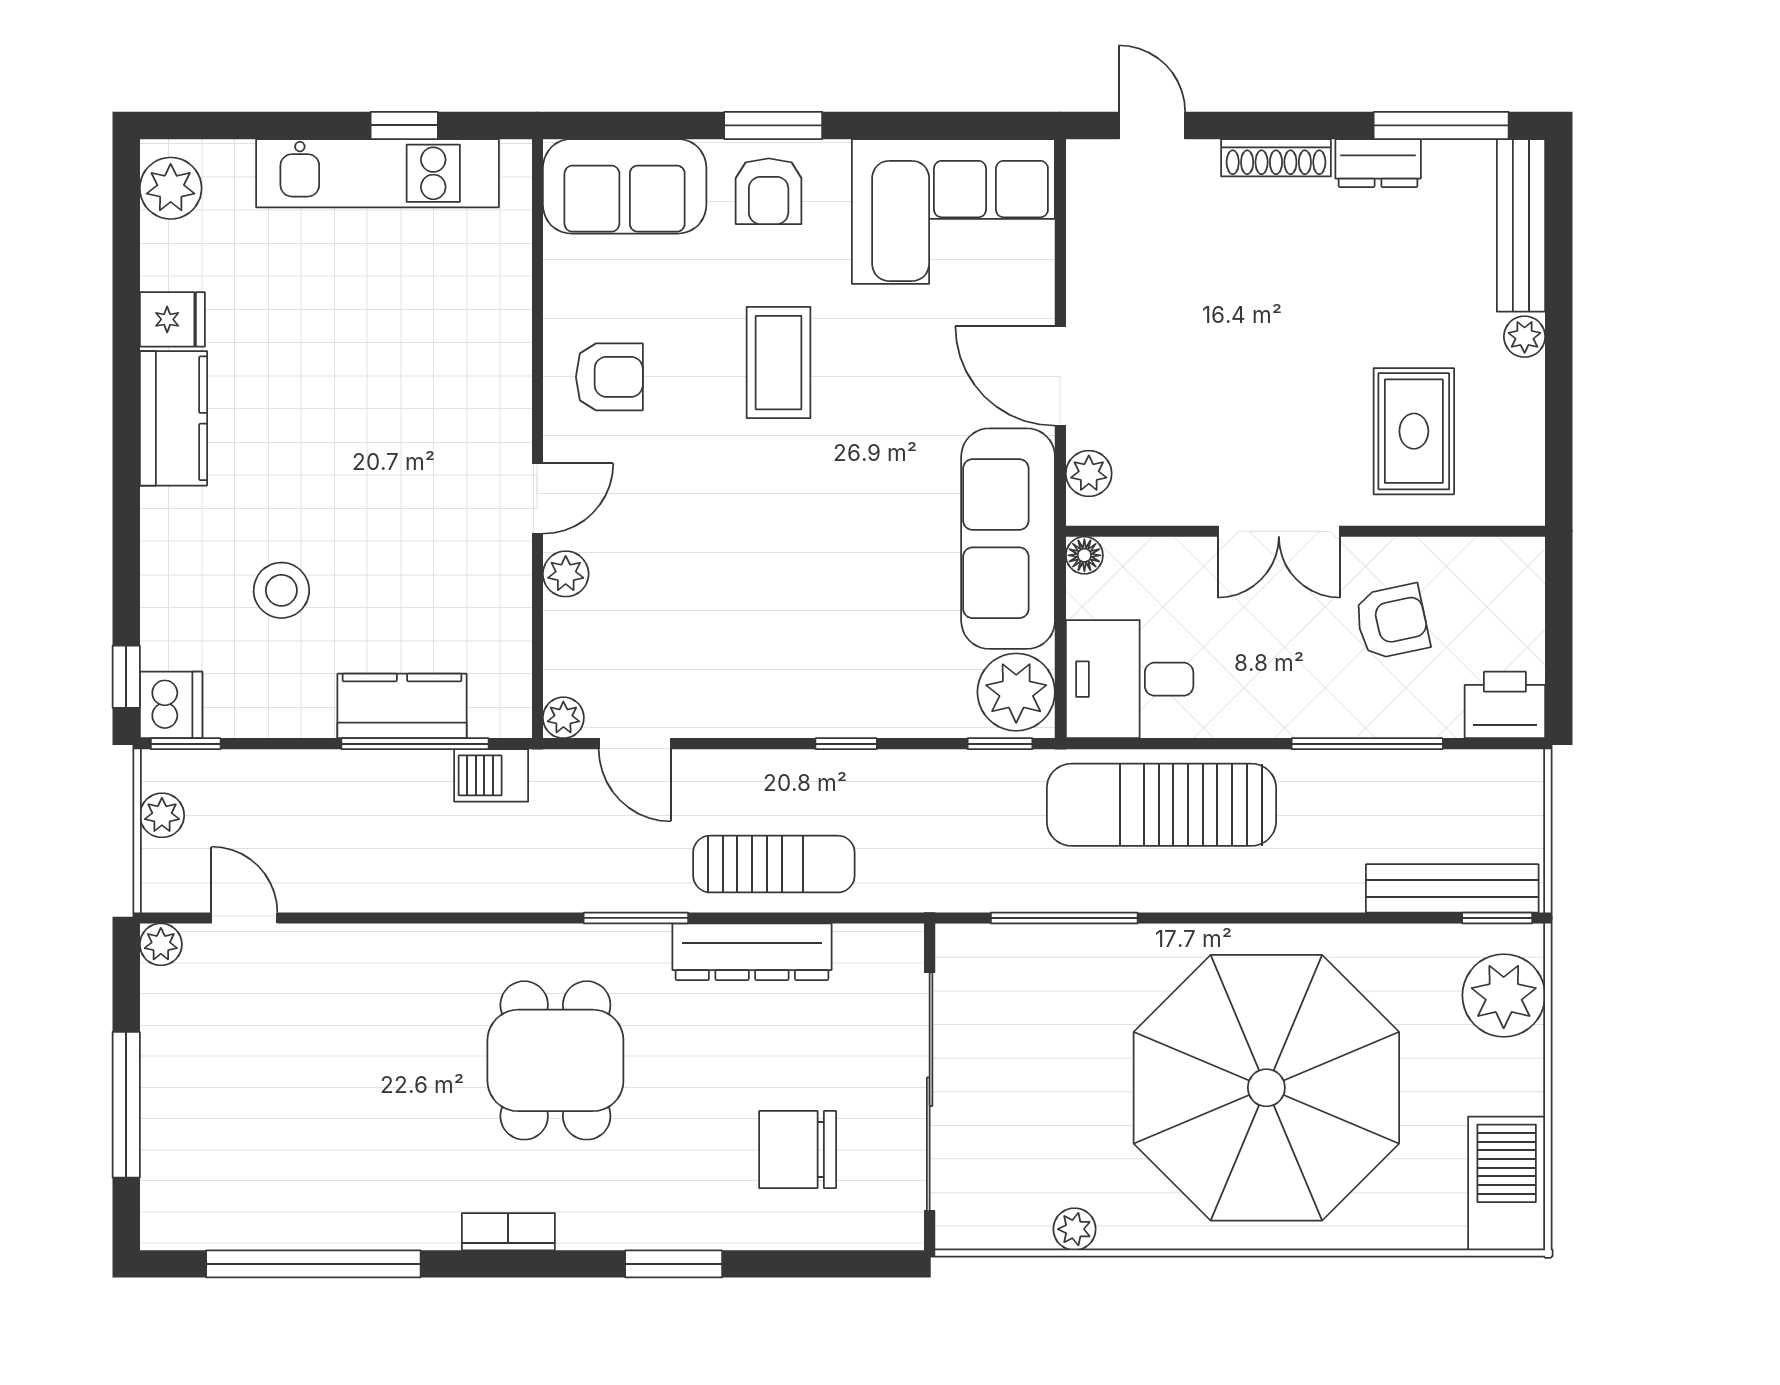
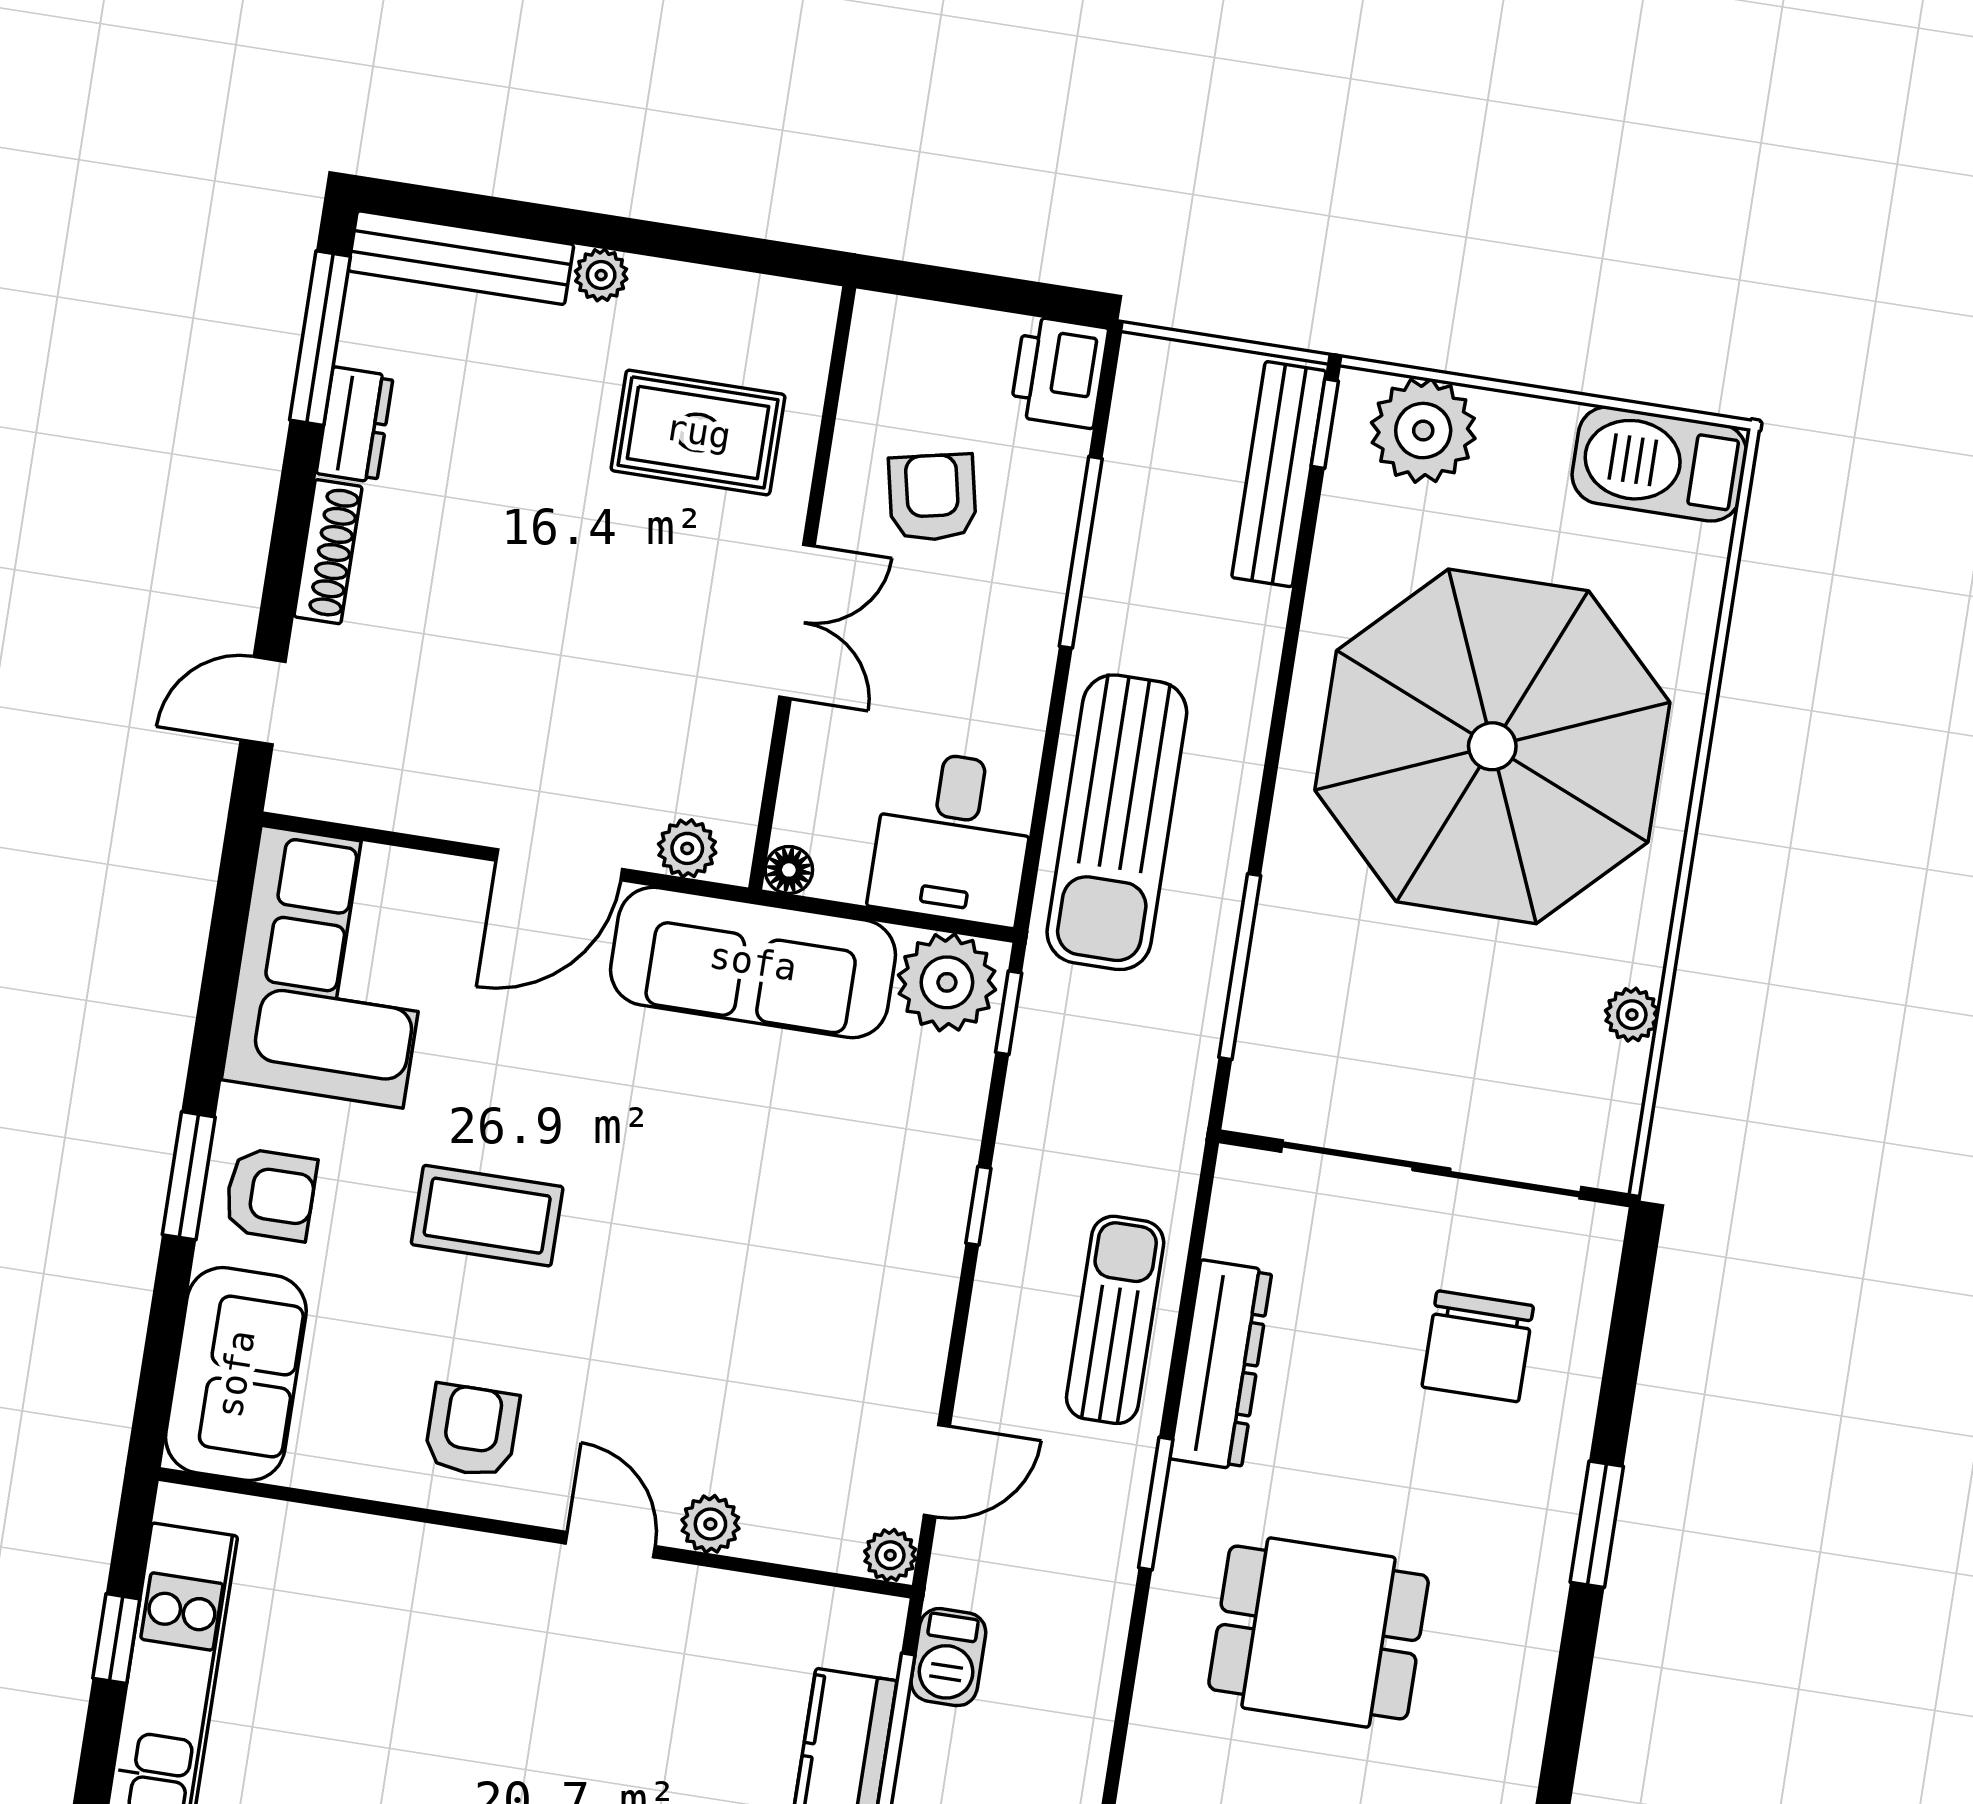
bookcase: (508, 1232) -> (1524, 1725), removed

